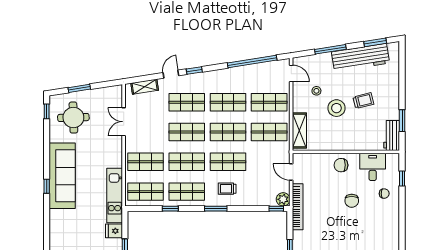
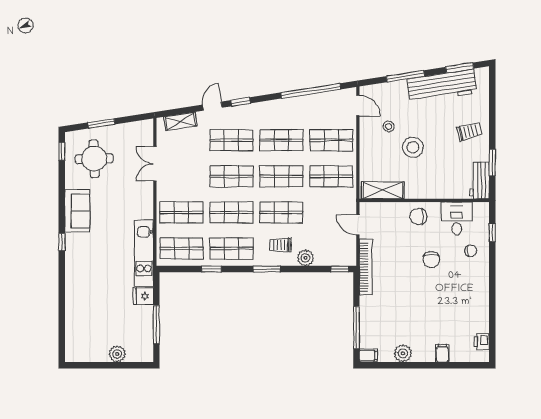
trolley: (363, 101) -> (469, 132), moved
shelving: (299, 131) -> (383, 190), moved, turned 90
sofa: (62, 176) -> (77, 211), width x0.54, depth x0.79
plant: (283, 199) -> (305, 258), moved

